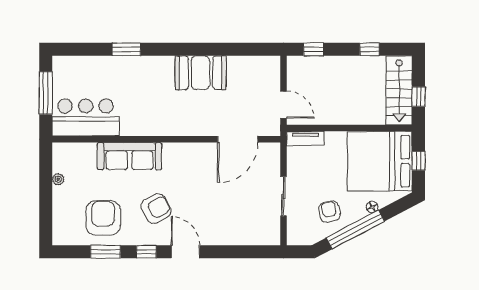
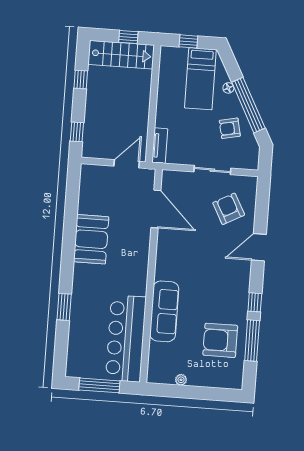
bar counter: (86, 117) -> (126, 338), width x1.36
bed: (380, 161) -> (200, 79), width x0.49
armchair: (156, 209) -> (229, 209), moved
window: (105, 252) -> (252, 341), width x1.44
door: (185, 252) -> (259, 247), moved

